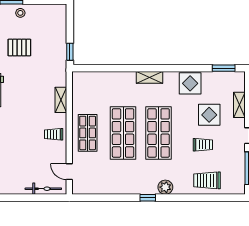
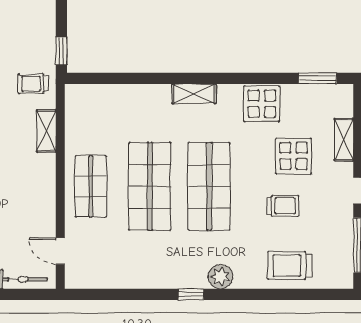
trolley: (54, 134) -> (33, 84), moved

